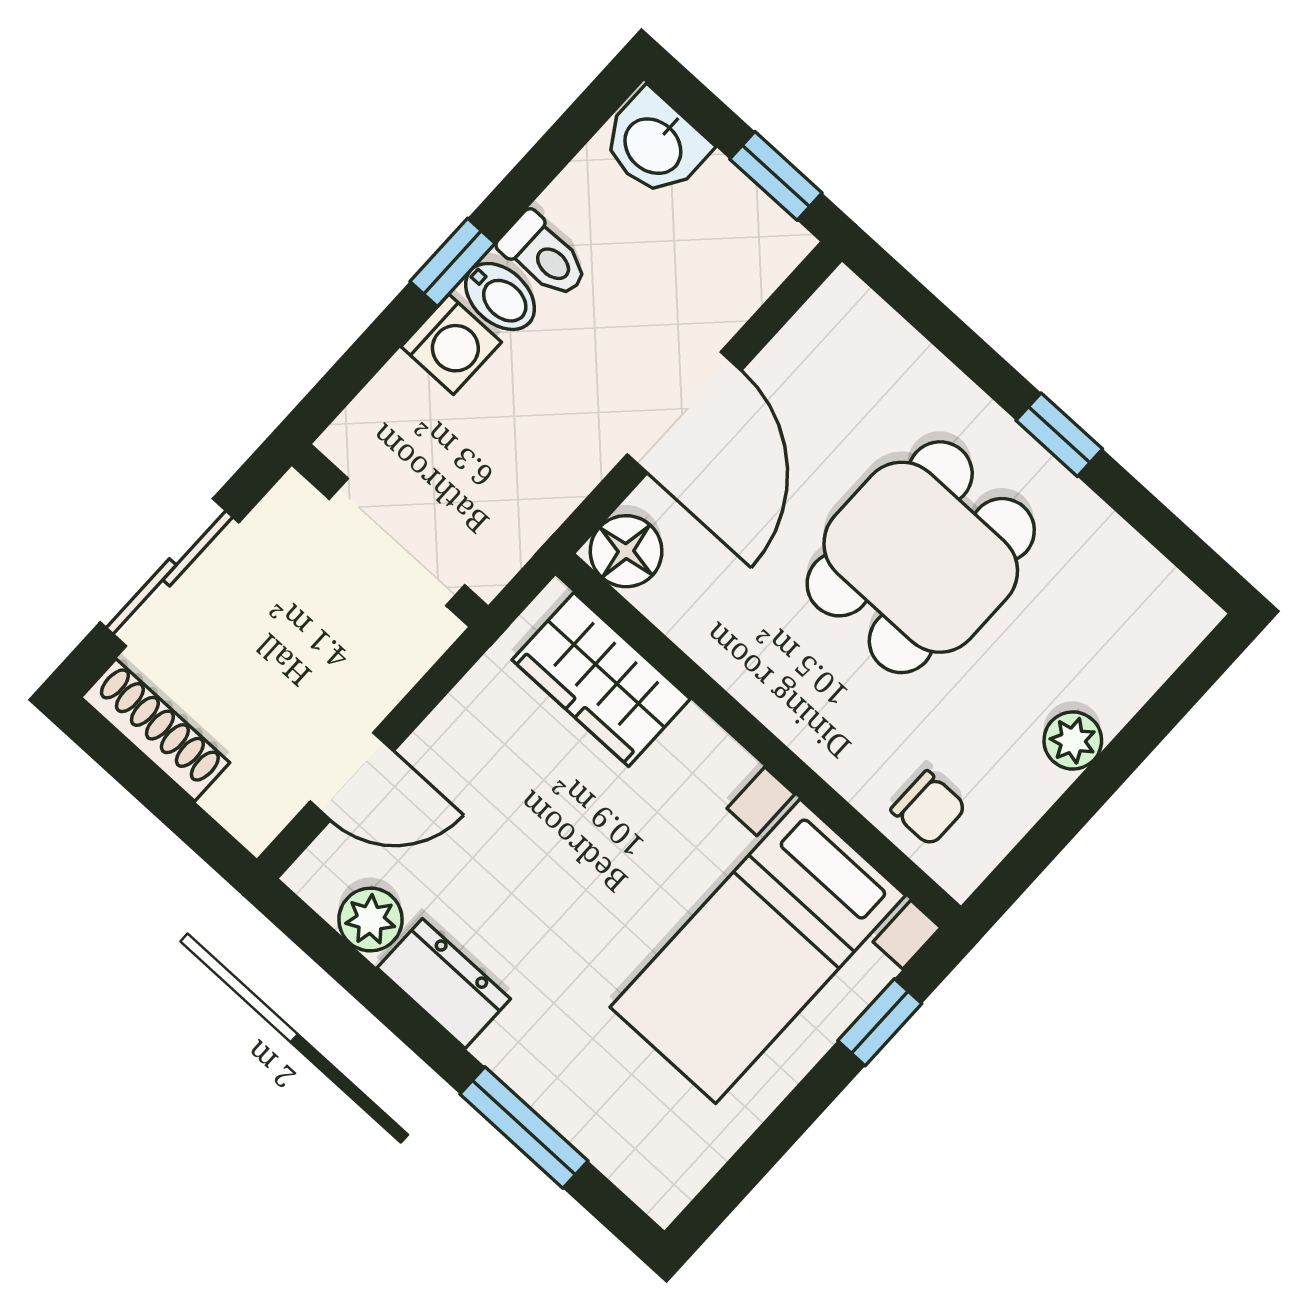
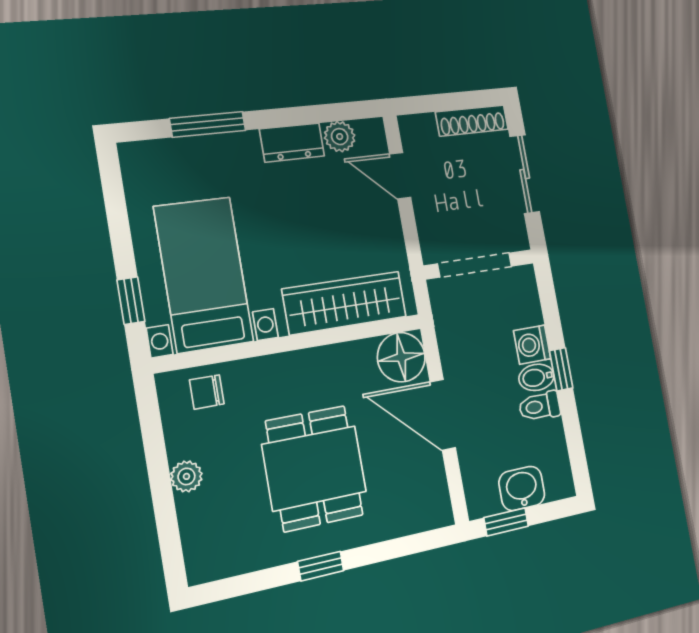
washbasin: (654, 144) -> (522, 488), moved
floor lamp: (626, 551) -> (401, 357), width x1.38, depth x1.38
wardrobe: (601, 679) -> (345, 303), width x1.50
door: (352, 776) -> (400, 176), hinge flipped

